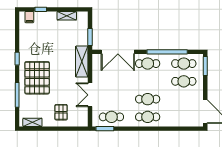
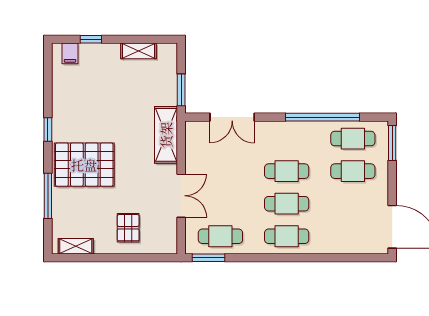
double door: (118, 52) -> (232, 117), width x0.73
cafe table: (148, 64) -> (287, 171), moved
pallet: (37, 78) -> (84, 165), turned 90
double door: (90, 95) -> (181, 196), swing flipped

